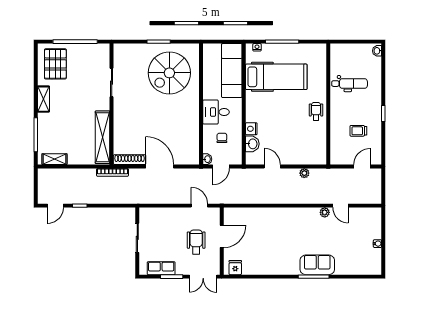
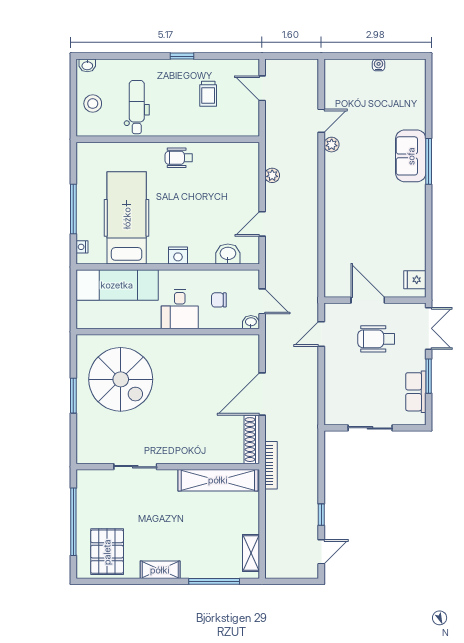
stool: (352, 54) -> (93, 104), added
pallet: (55, 64) -> (107, 552), turned 90
nightstand: (251, 129) -> (178, 256), moved
door: (55, 206) -> (321, 552), hinge flipped

